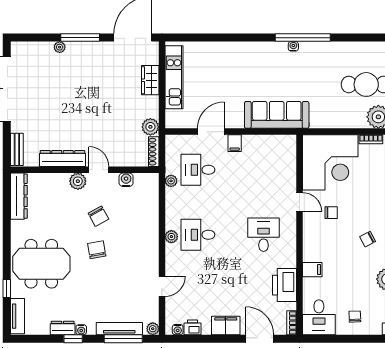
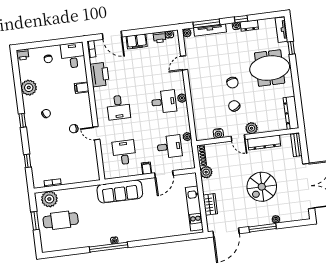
spiral stairs: (74, 96) -> (262, 187), added
corner desk: (330, 162) -> (79, 163), removed
desk: (264, 170) -> (124, 152), added

